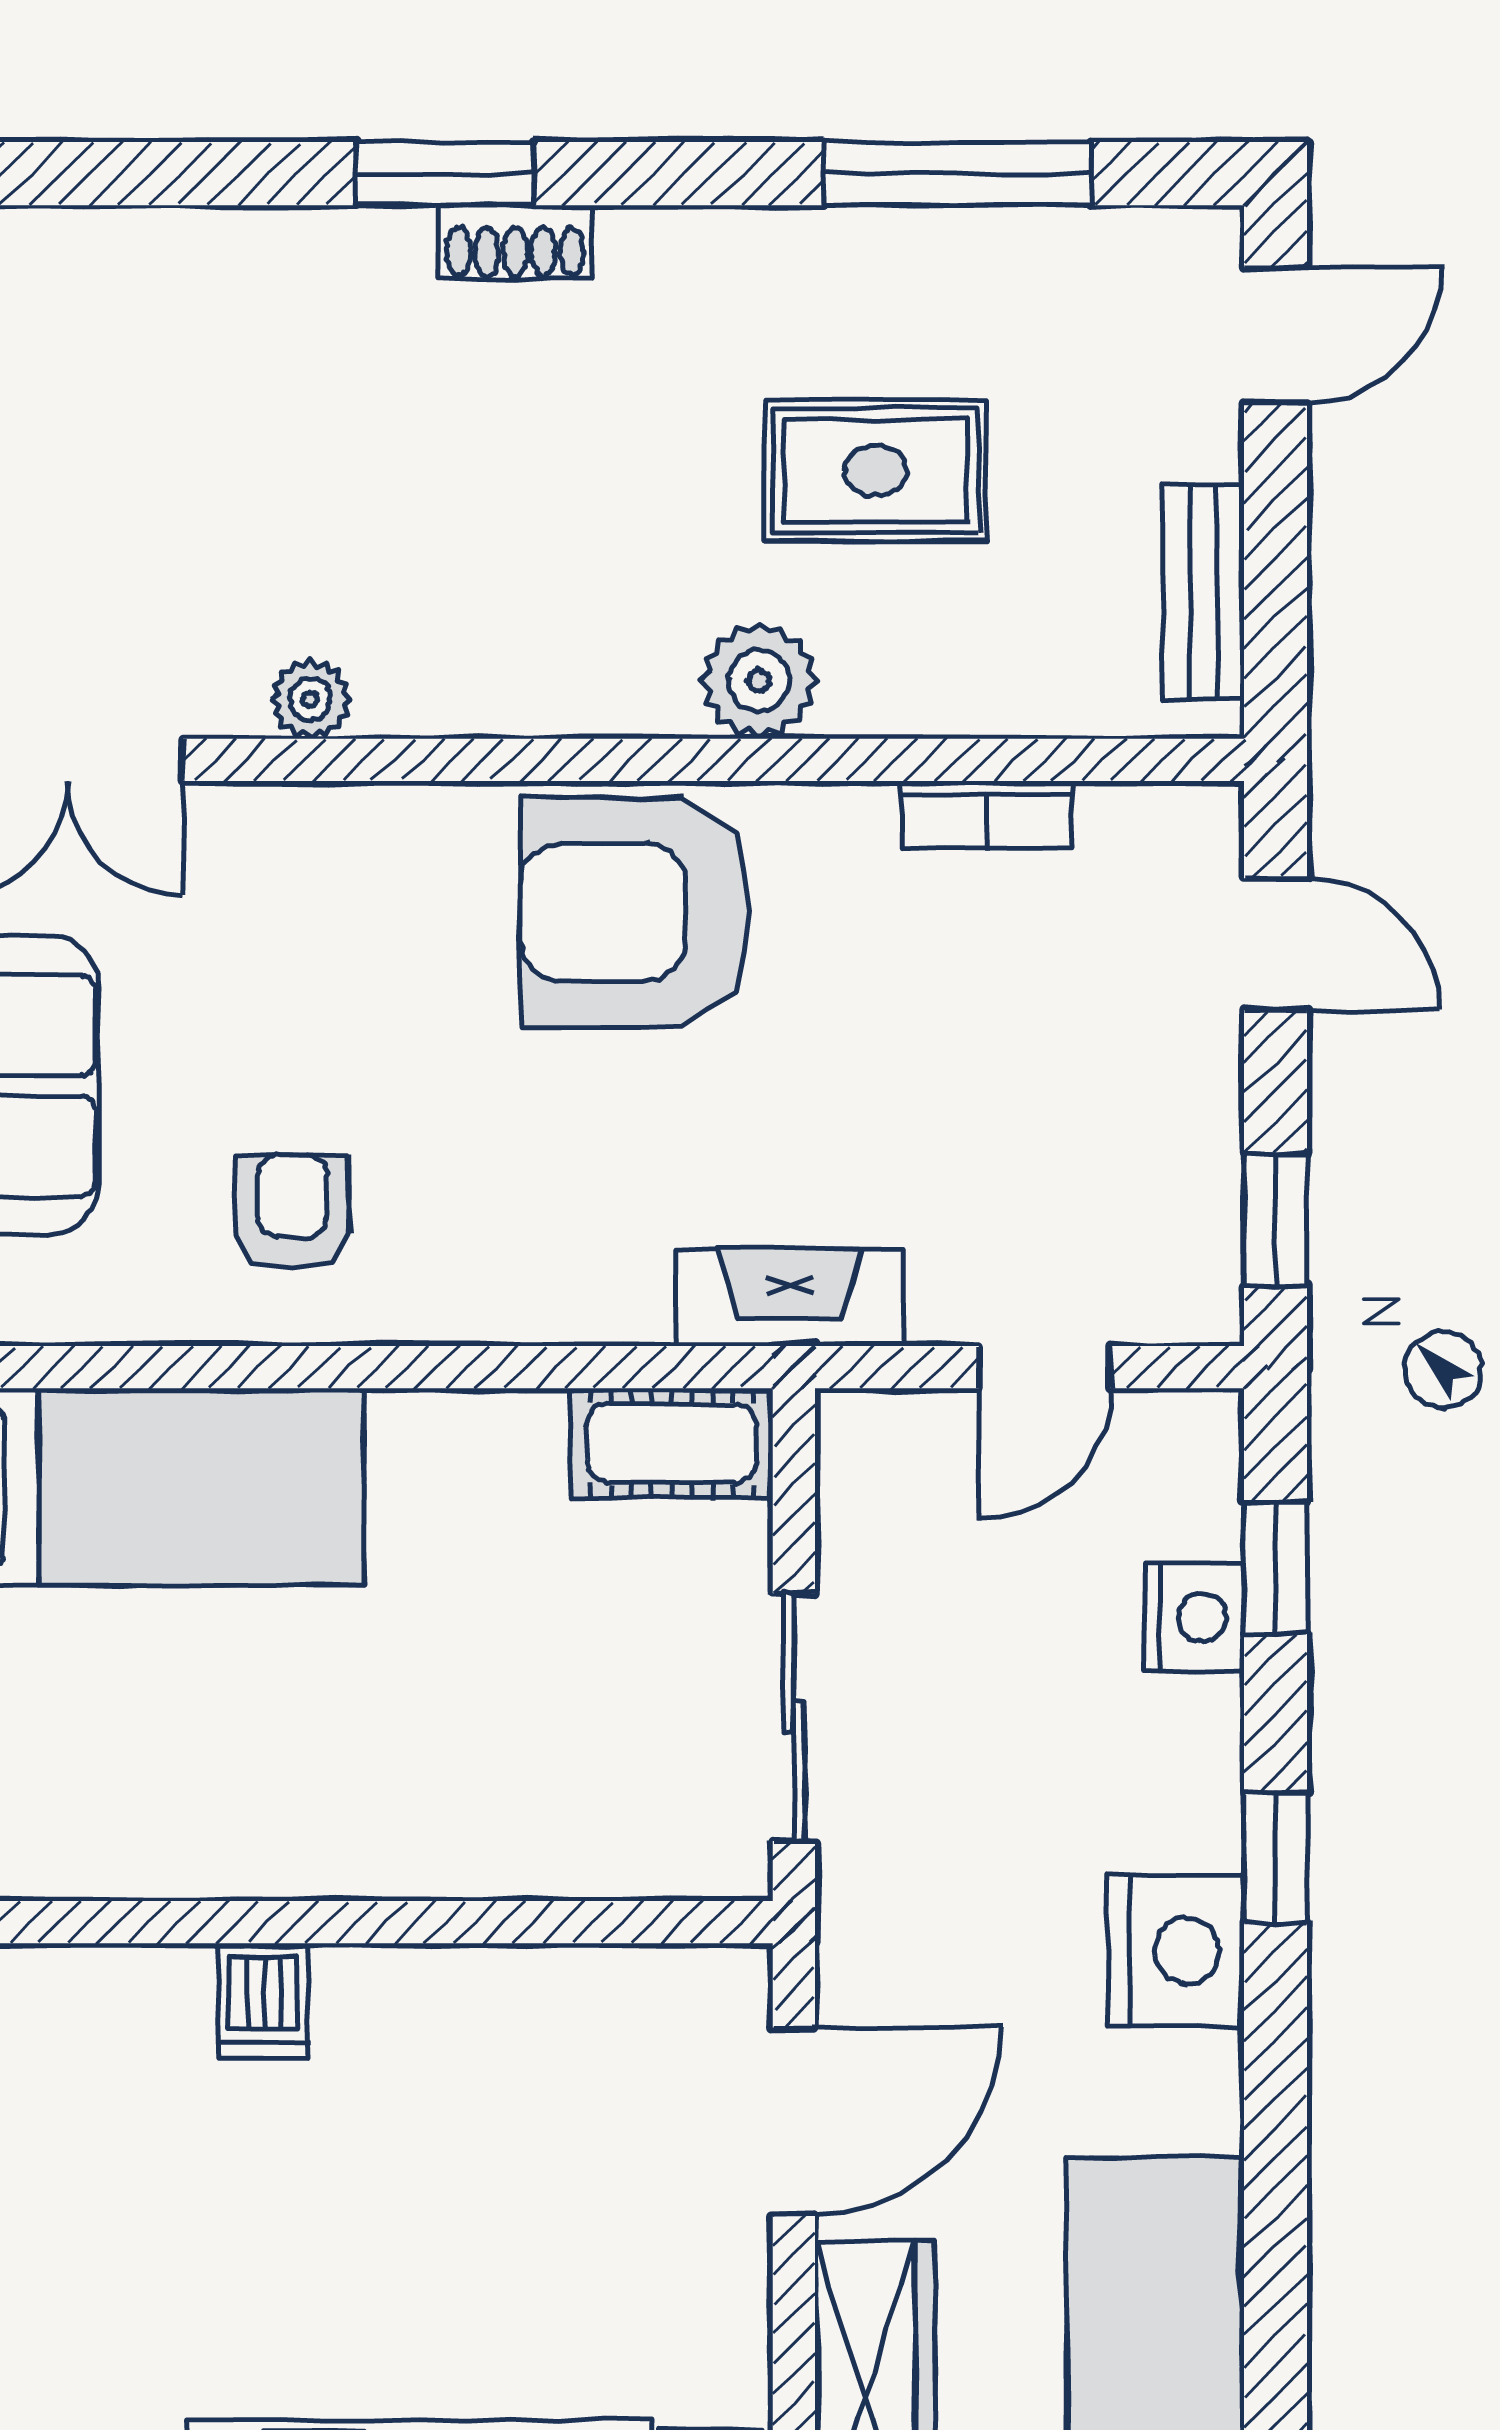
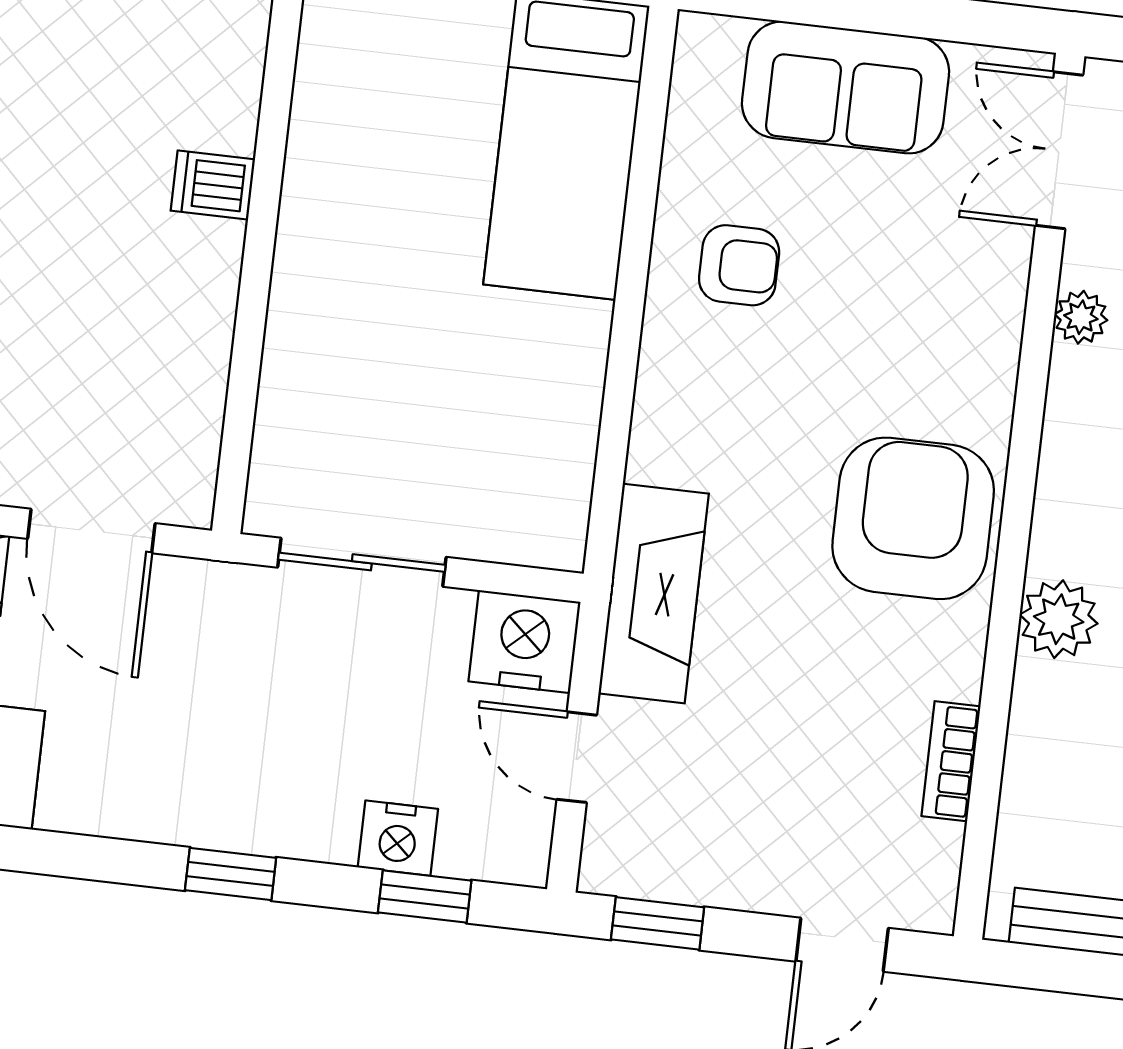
fireplace: (790, 1297) -> (654, 593), width x1.37, depth x1.32
cot: (672, 1443) -> (555, 502), removed
nightstand: (1176, 1951) -> (524, 642), moved, turned 180

